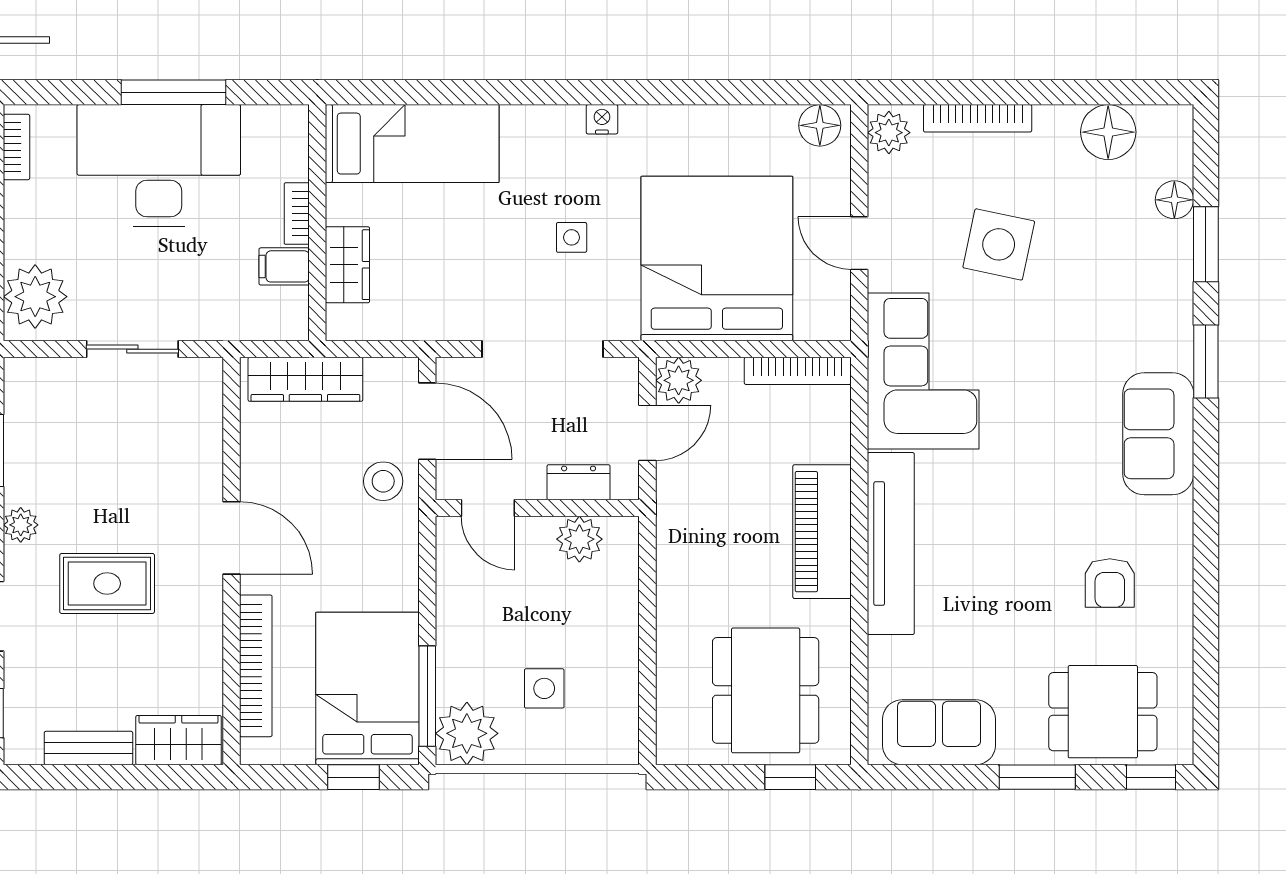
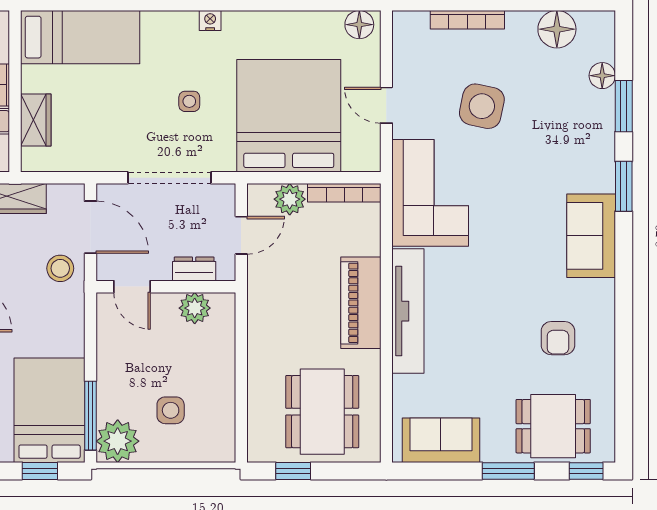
plant: (889, 133) -> (407, 30), removed
plant: (679, 380) -> (290, 199), moved
window: (790, 777) -> (293, 471), moved

